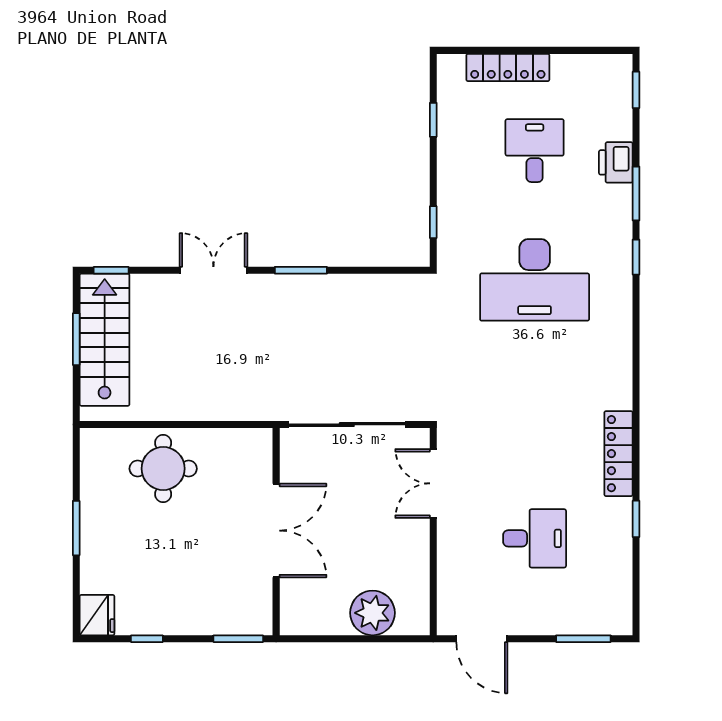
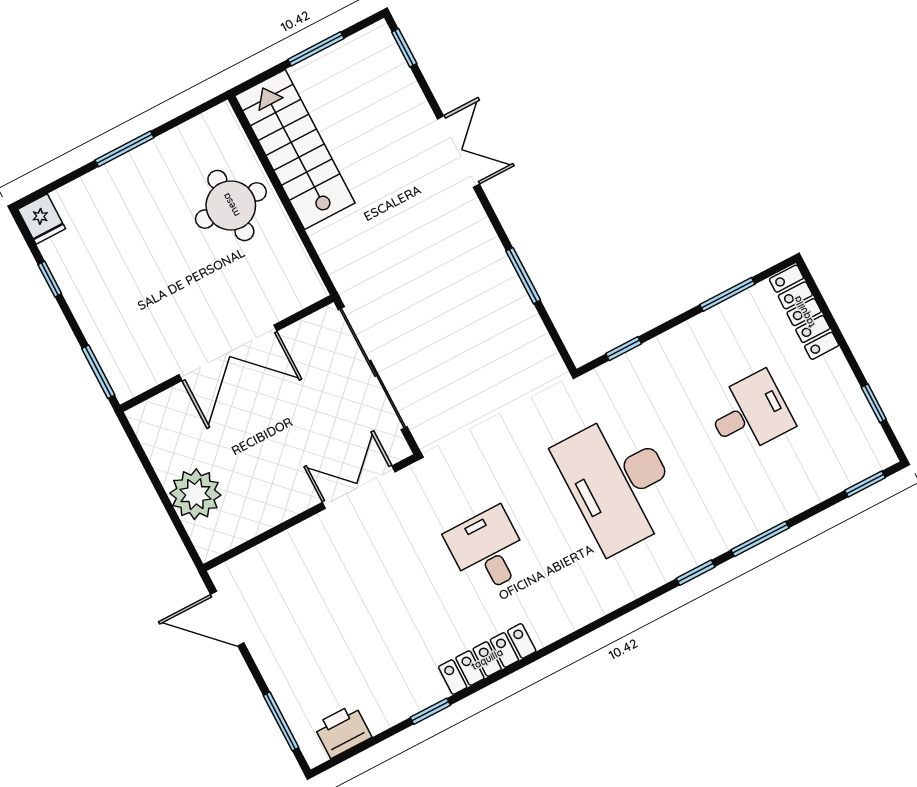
window: (577, 50) -> (874, 403), added
locker: (508, 67) -> (804, 312), moved
window: (433, 120) -> (727, 294), width x1.50
printer: (616, 162) -> (343, 731), moved
window: (301, 270) -> (523, 276), moved
stairs: (105, 340) -> (295, 149), moved, turned -90
desk: (535, 538) -> (488, 550), moved, turned 180
fridge: (97, 615) -> (42, 219), width x0.72
door: (482, 639) -> (227, 619), hinge flipped

